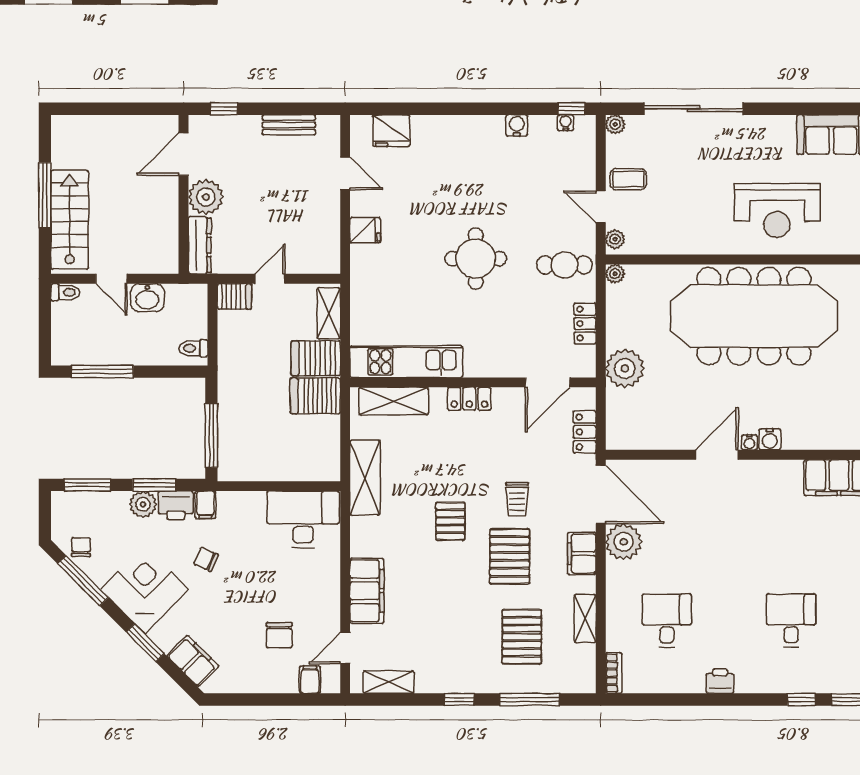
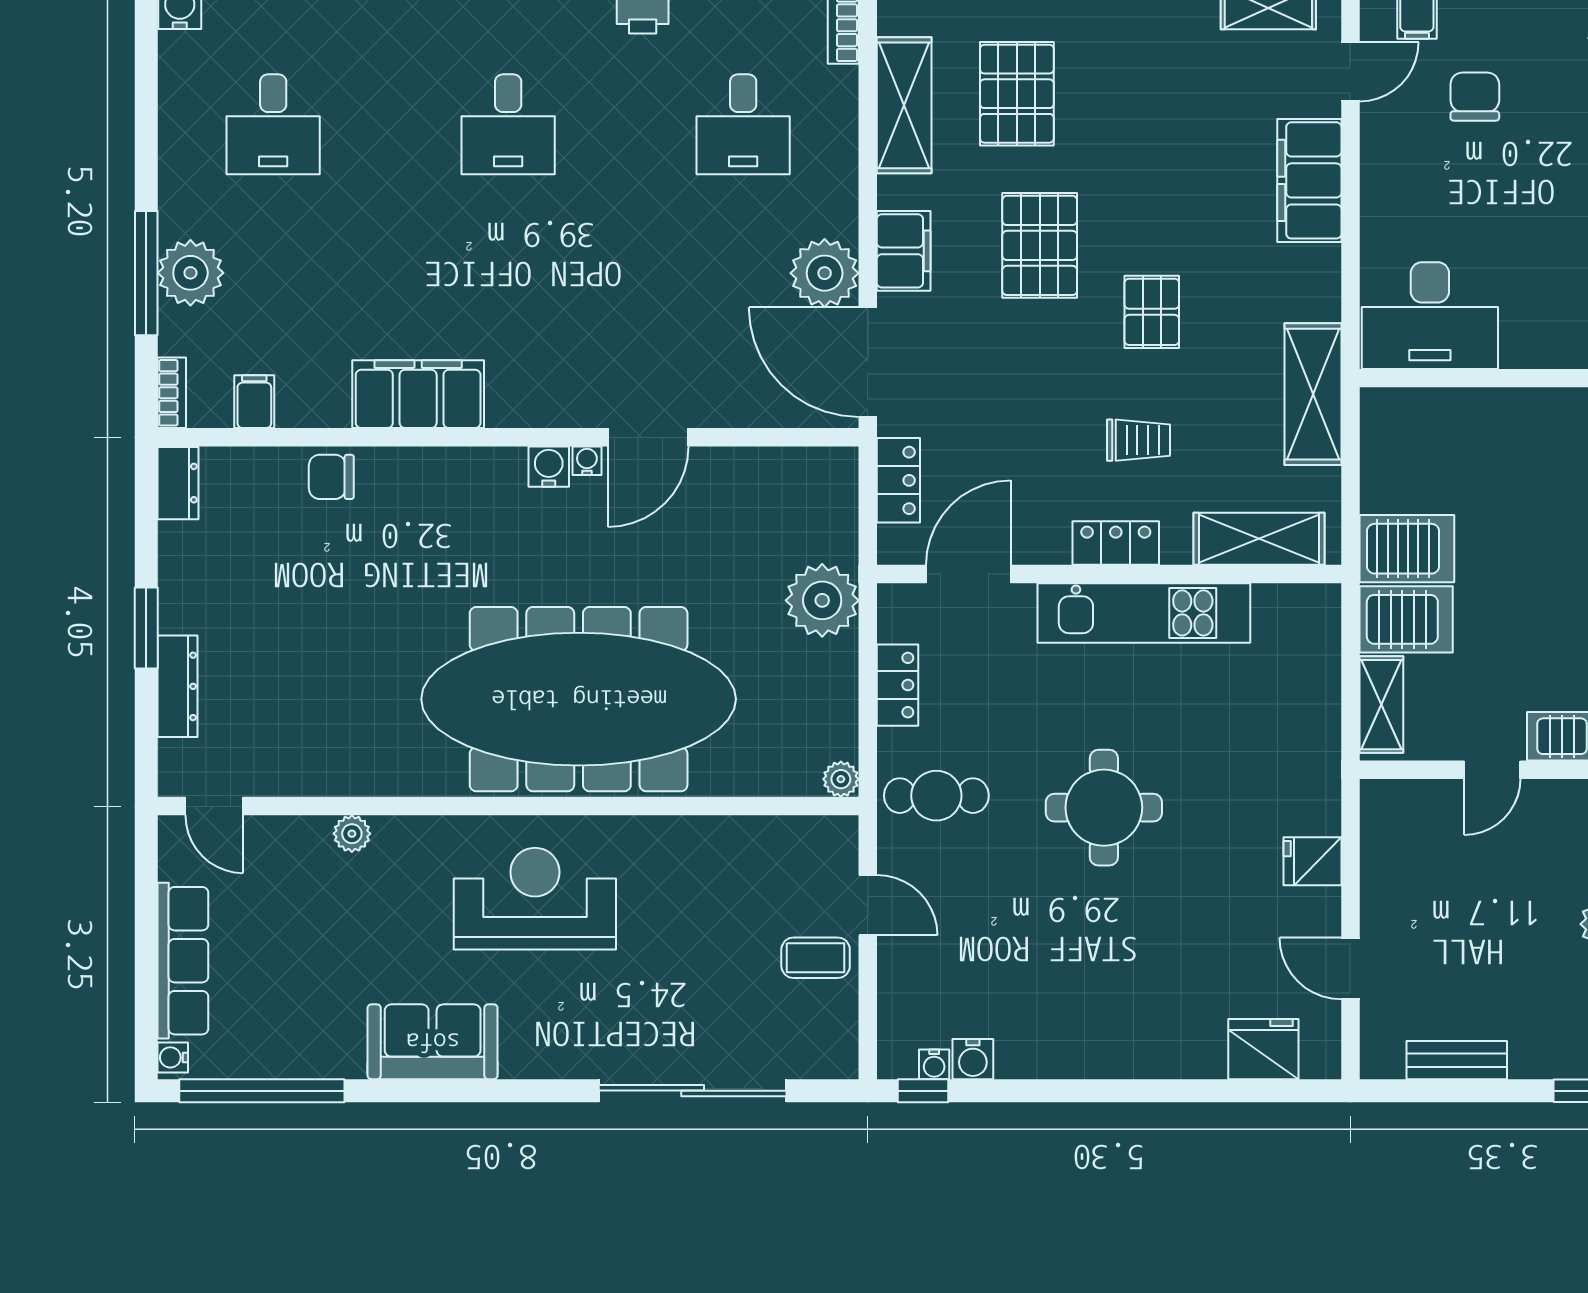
plant: (615, 124) -> (841, 1061), removed
water cooler: (517, 125) -> (973, 1059), moved
plant: (615, 239) -> (841, 844), removed
kitchen unit: (406, 362) -> (1144, 613), moved
trolley: (517, 499) -> (1138, 440), moved, turned 90
shelving: (585, 619) -> (904, 105), width x1.50, depth x1.33

